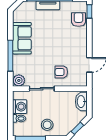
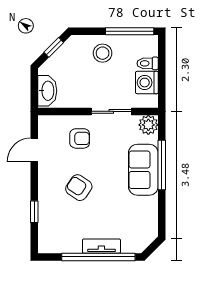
window: (89, 11) -> (34, 212), moved
armchair: (78, 19) -> (79, 188), moved, turned 124
sofa: (22, 38) -> (143, 170), moved

